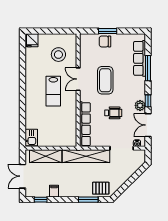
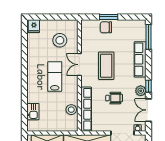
row of seats: (140, 58) -> (140, 59), moved
window: (148, 68) -> (148, 37), moved
lab bench: (53, 91) -> (55, 77), turned 180
stool: (70, 125) -> (71, 110), added
kitchen sink: (31, 138) -> (33, 112), moved

